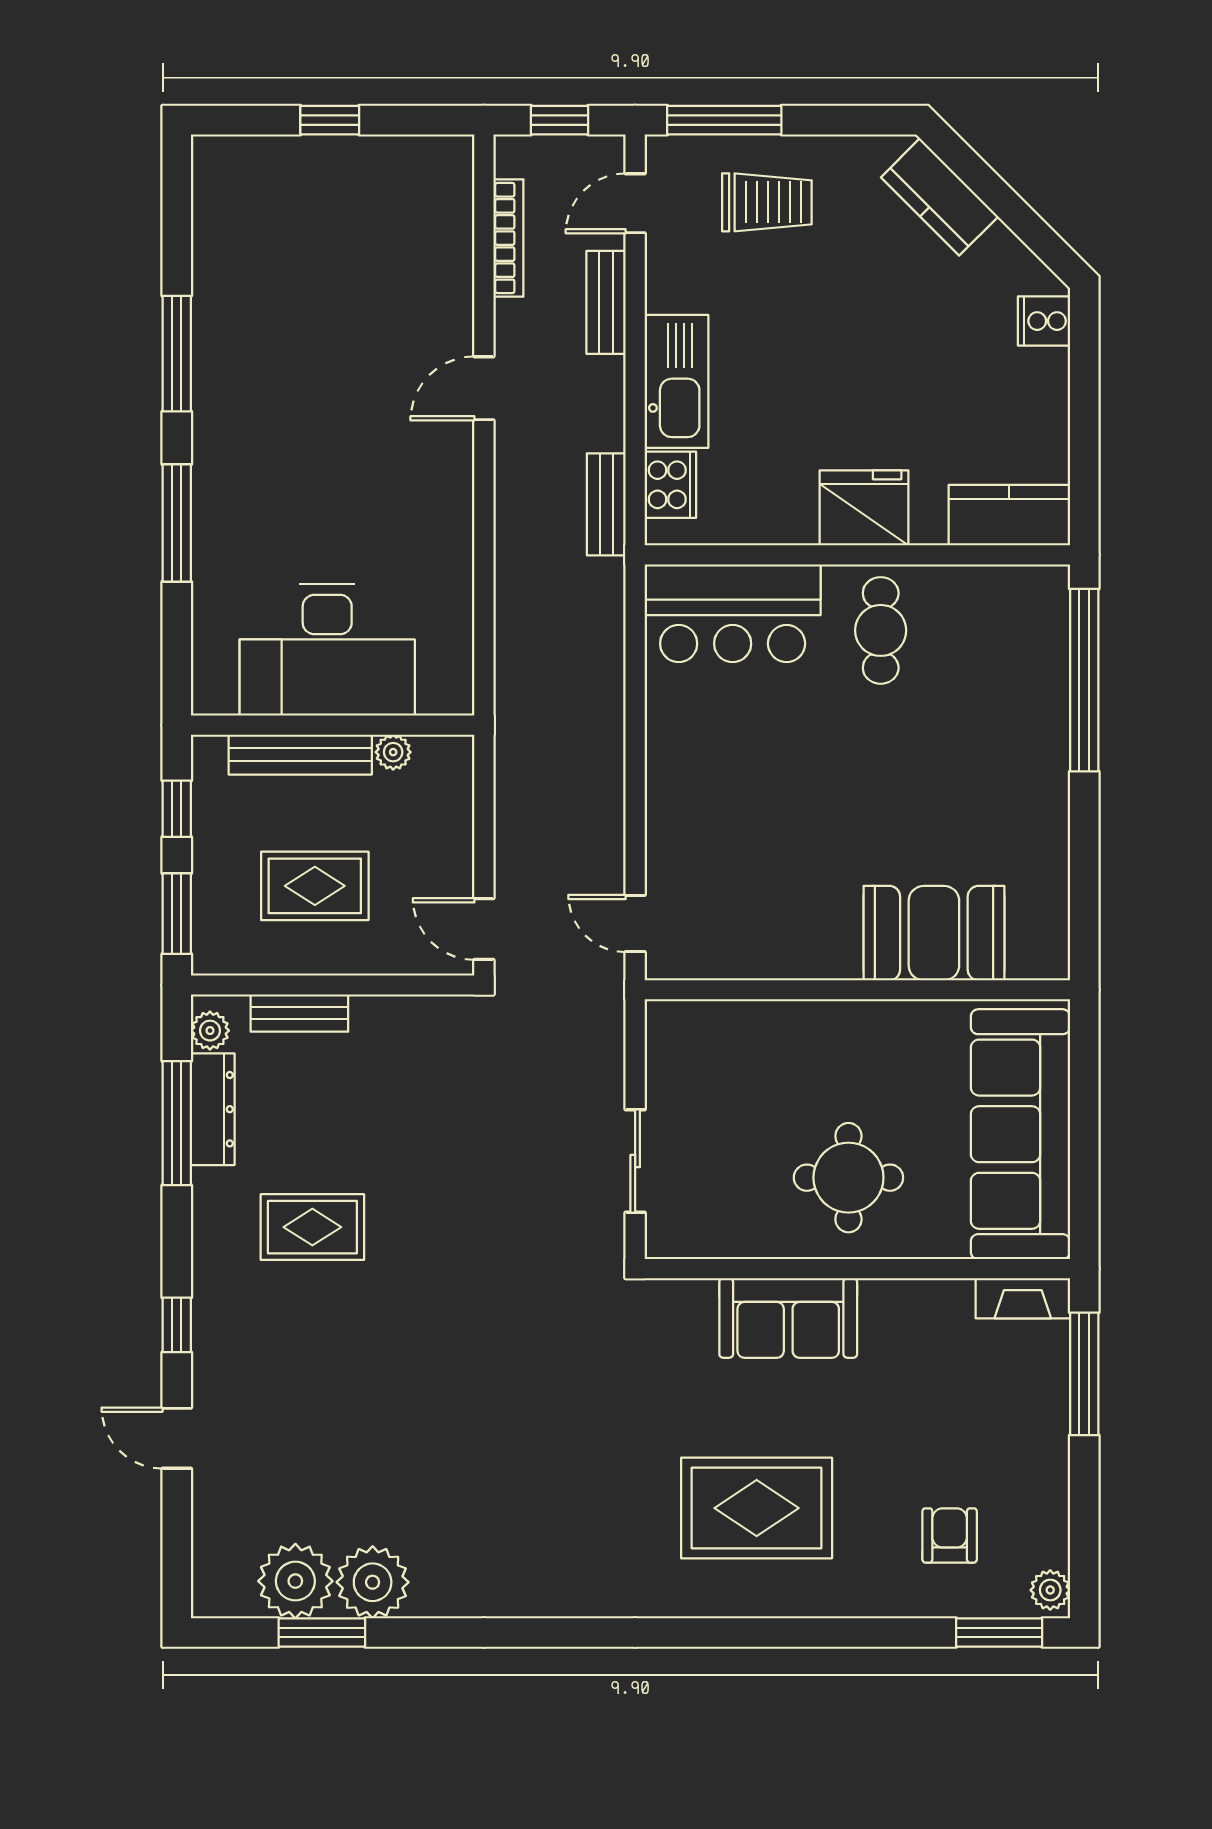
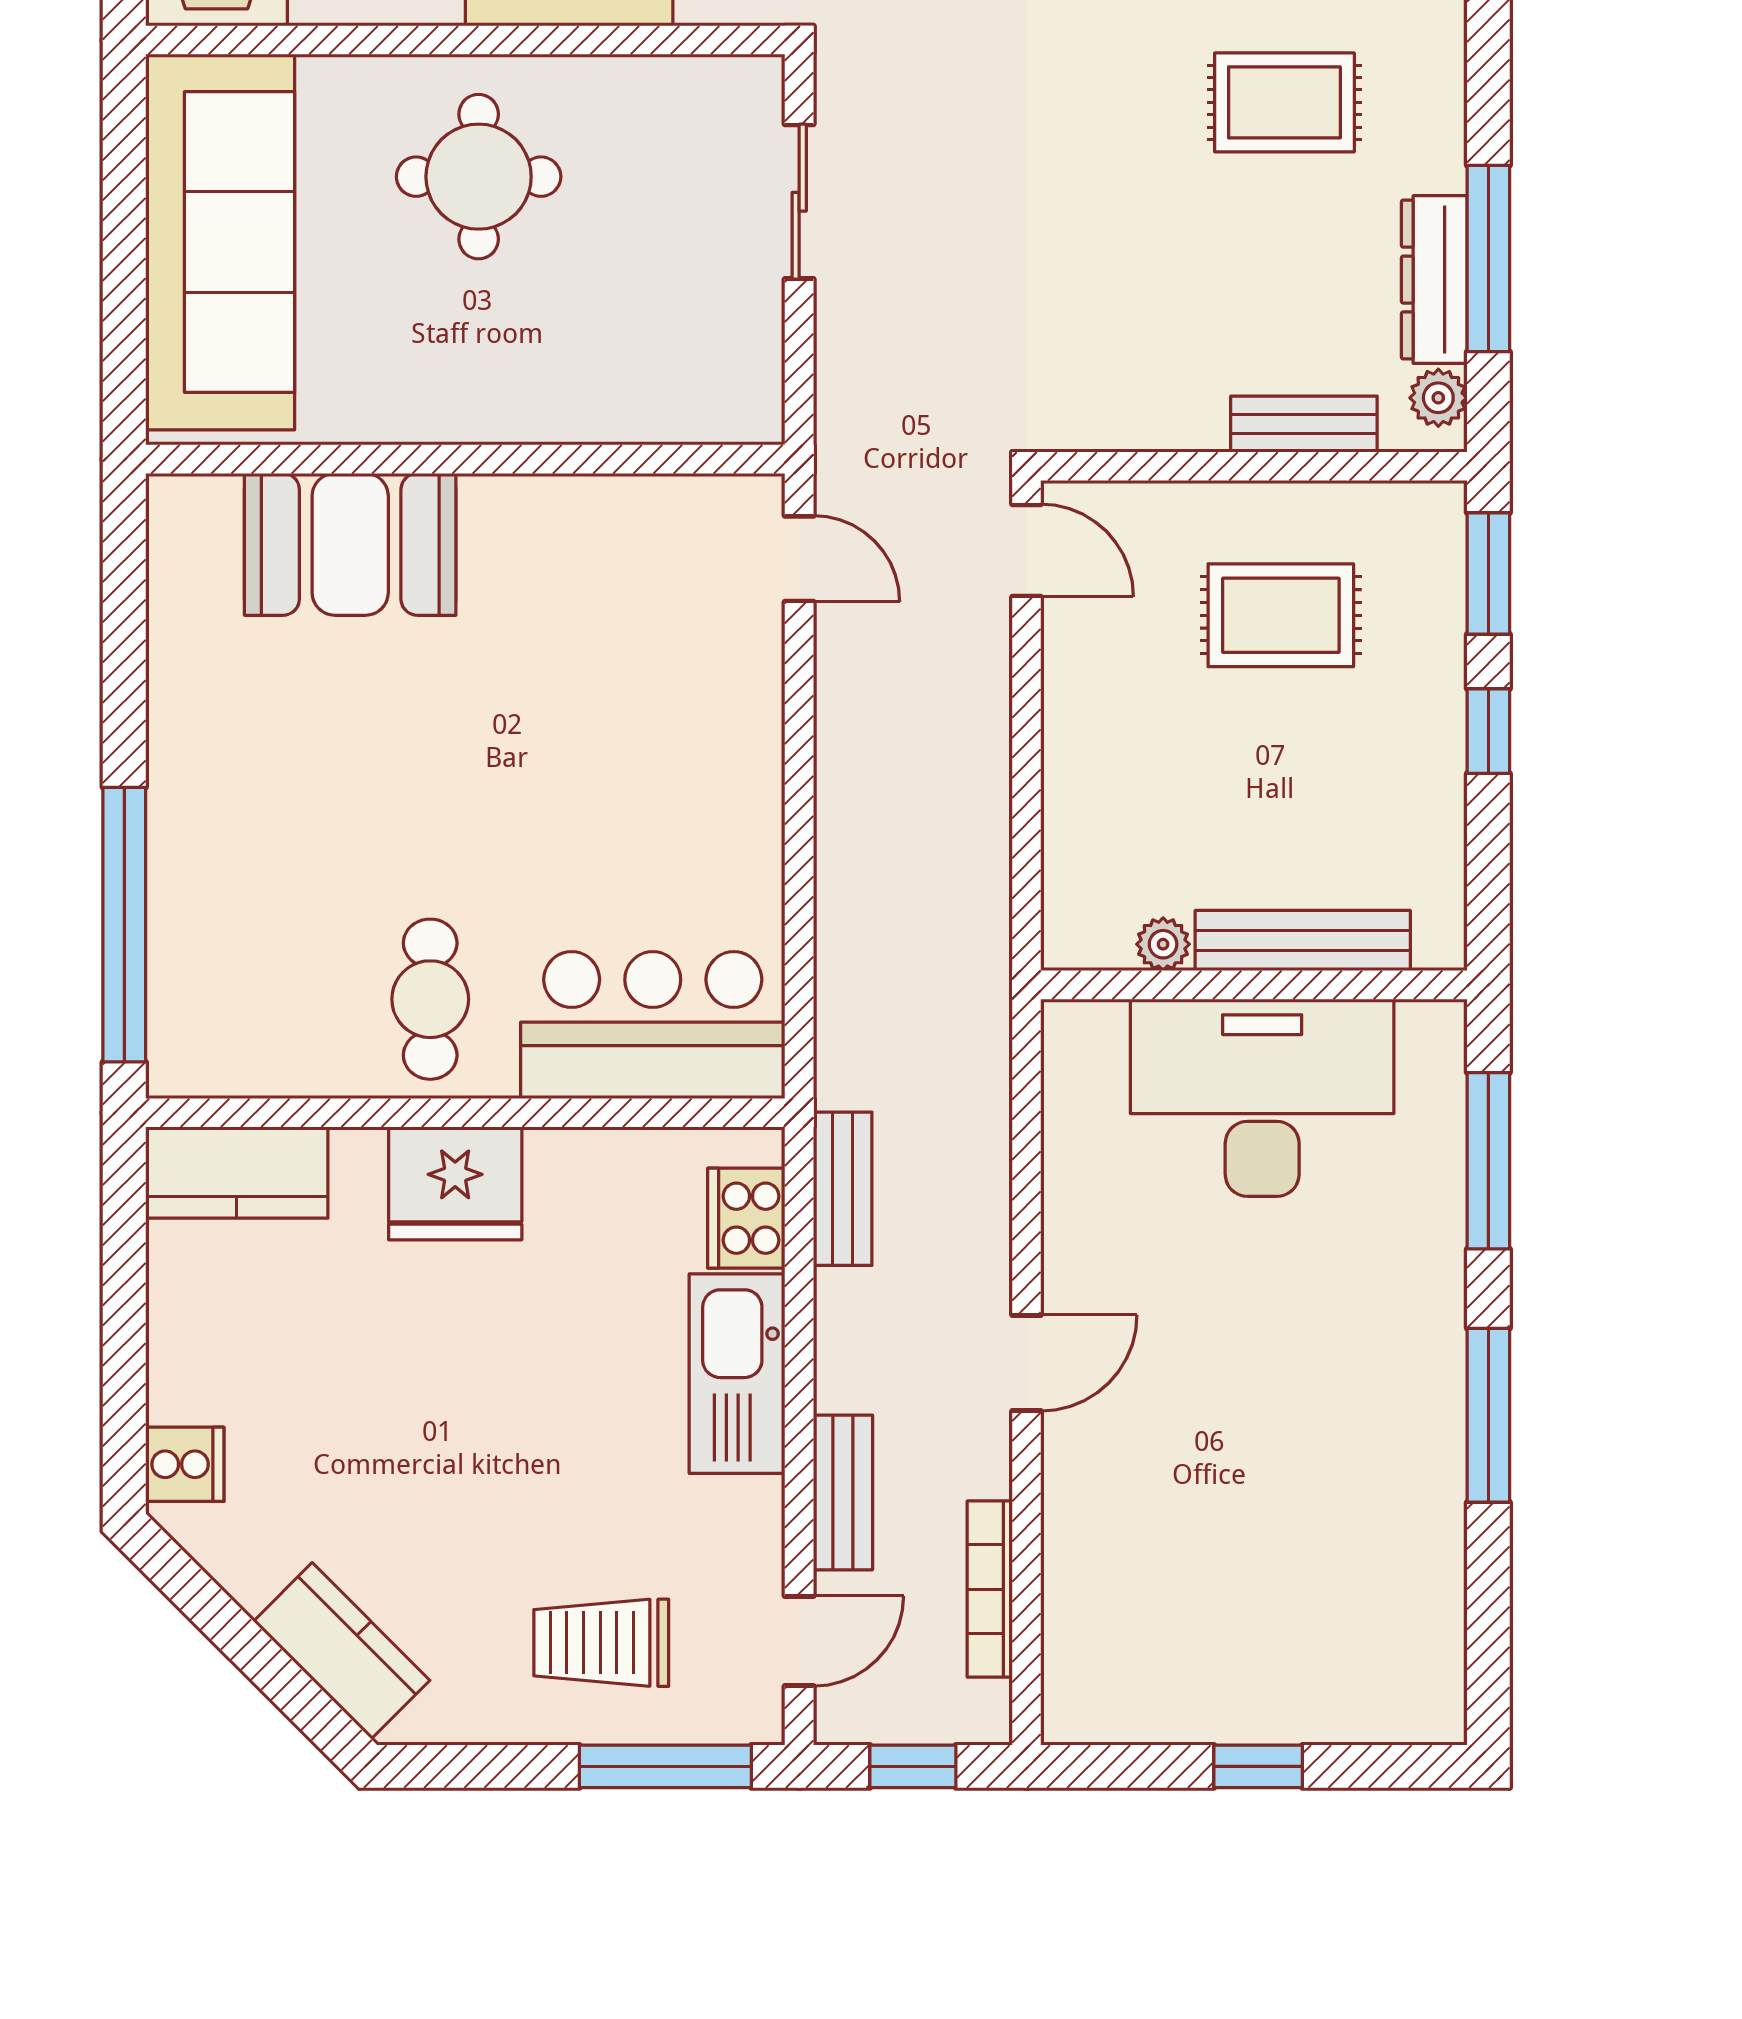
desk: (327, 650) -> (1262, 1098), moved
wall: (333, 725) -> (1254, 985), moved
plant: (393, 752) -> (1163, 944), moved
bench: (300, 755) -> (1303, 941), moved

